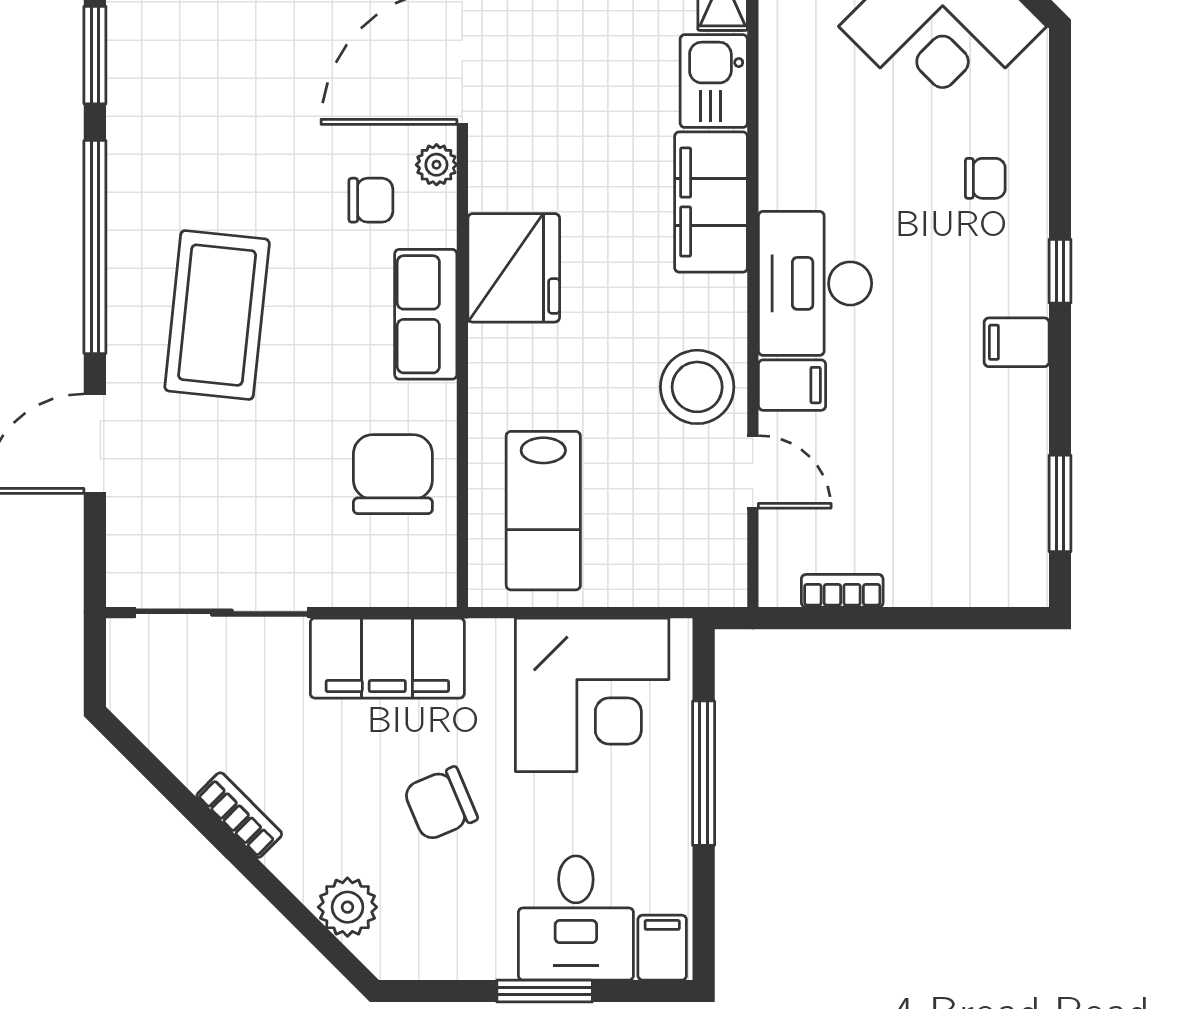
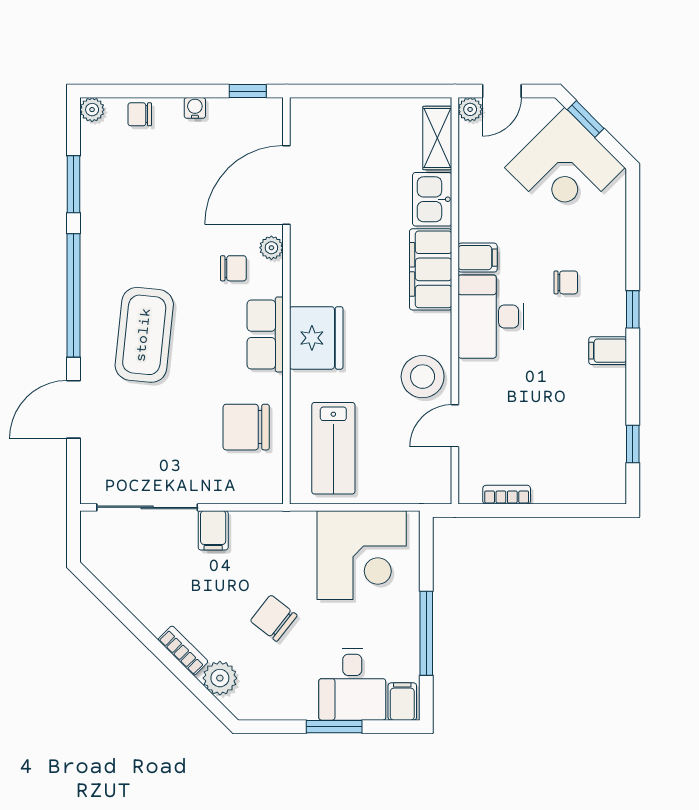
chair: (985, 178) -> (566, 282), moved
fridge: (514, 268) -> (316, 338), moved
filing cabinet: (792, 385) -> (478, 258), moved
door: (753, 472) -> (455, 426), swing flipped
chair: (393, 474) -> (246, 427), turned -90
window: (1060, 503) -> (633, 444), width x0.67
filing cabinet: (387, 658) -> (213, 530), width x0.33, depth x0.86
window: (704, 773) -> (426, 633), moved
chair: (440, 804) -> (274, 618), turned 61
bookcase: (239, 815) -> (183, 651), moved

